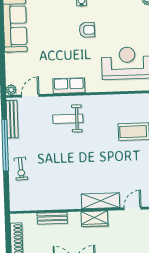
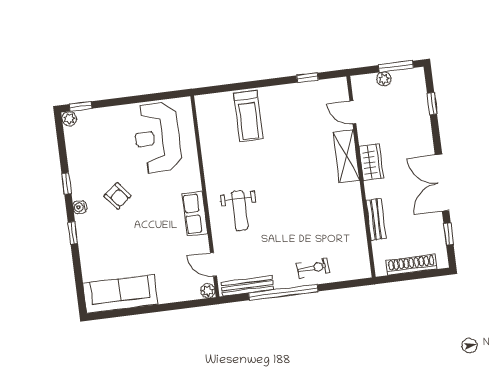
armchair: (87, 30) -> (118, 196), turned 141

